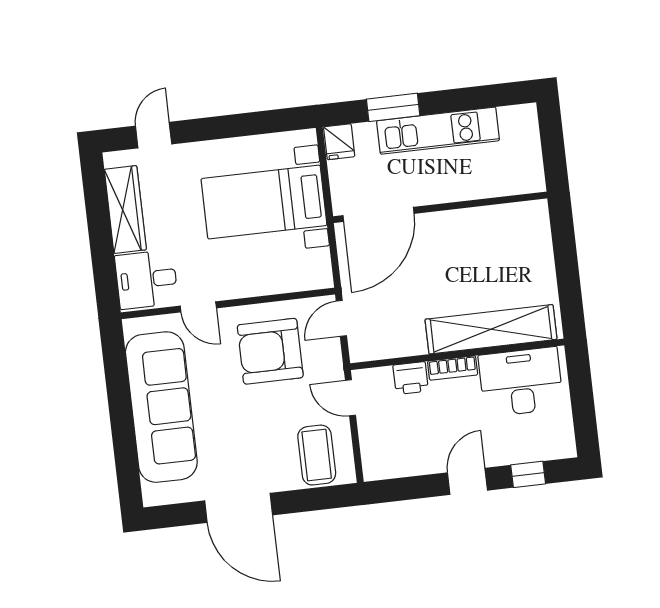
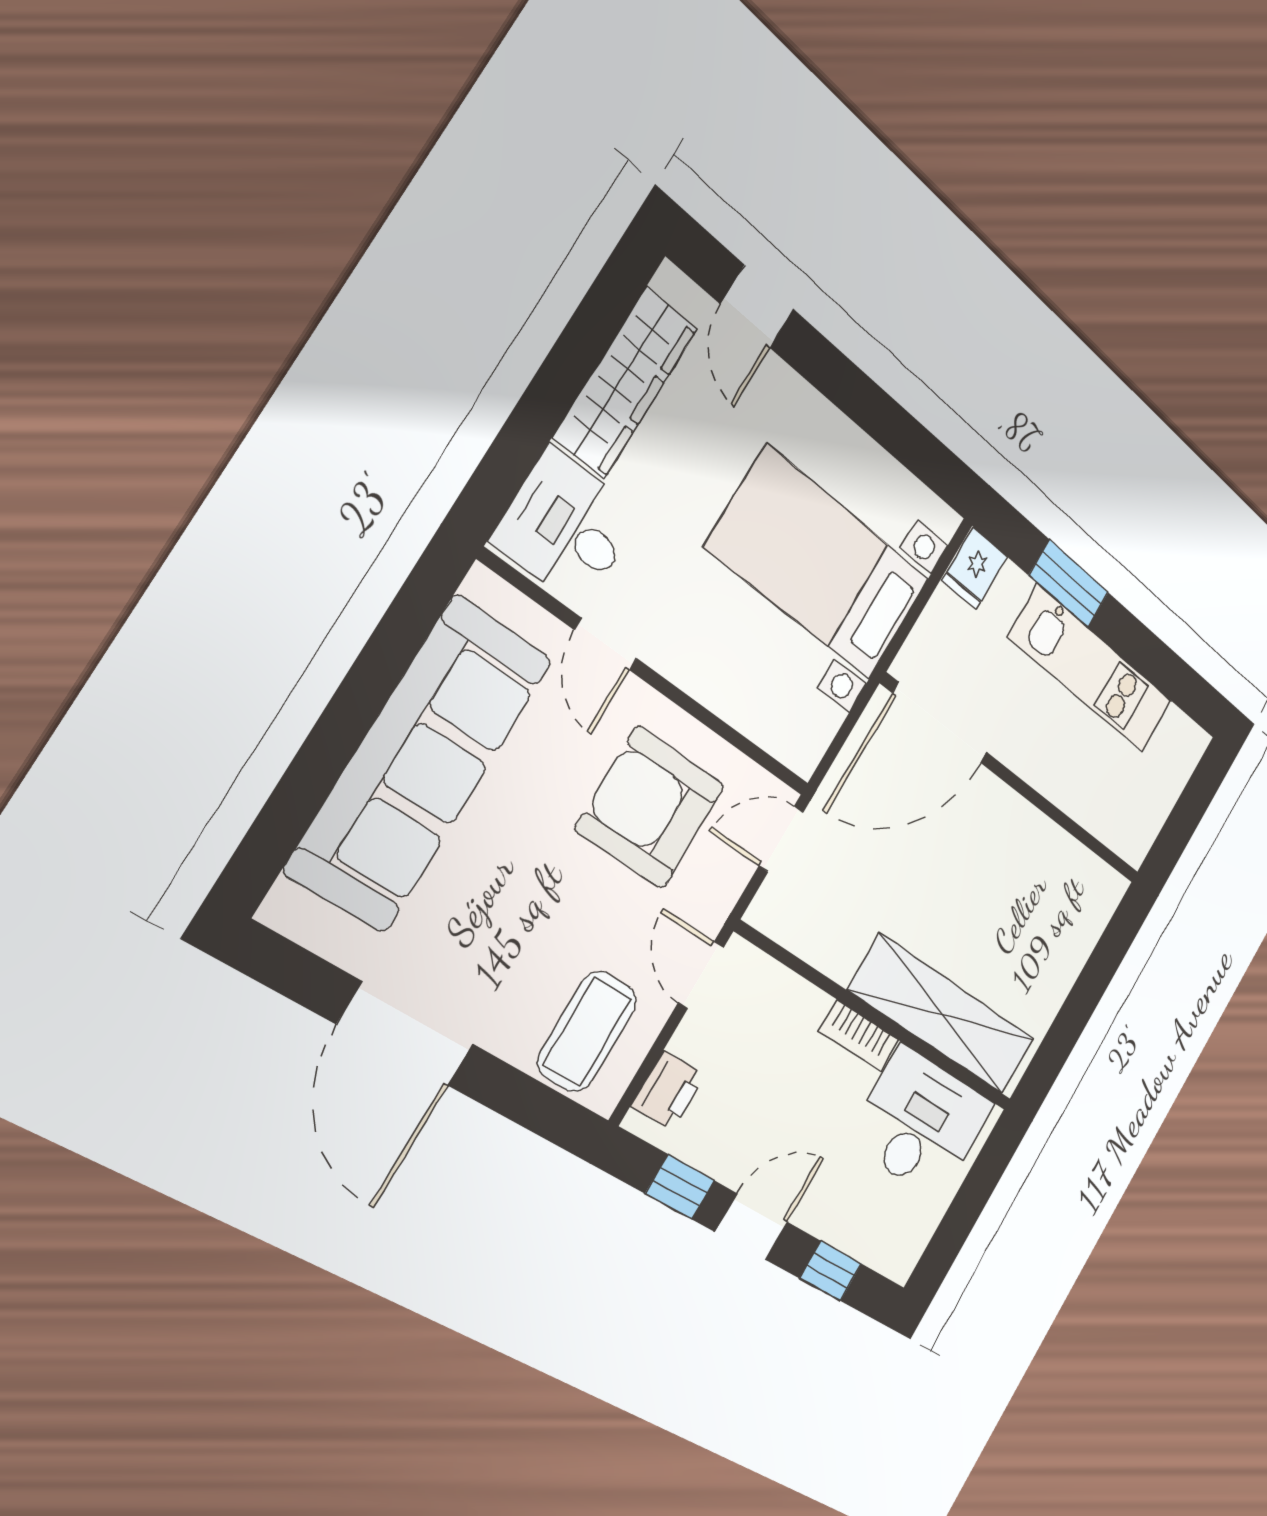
door: (154, 135) -> (757, 307), swing flipped
printer: (411, 378) -> (668, 1091), moved, turned -90
window: (416, 487) -> (680, 1187), added

